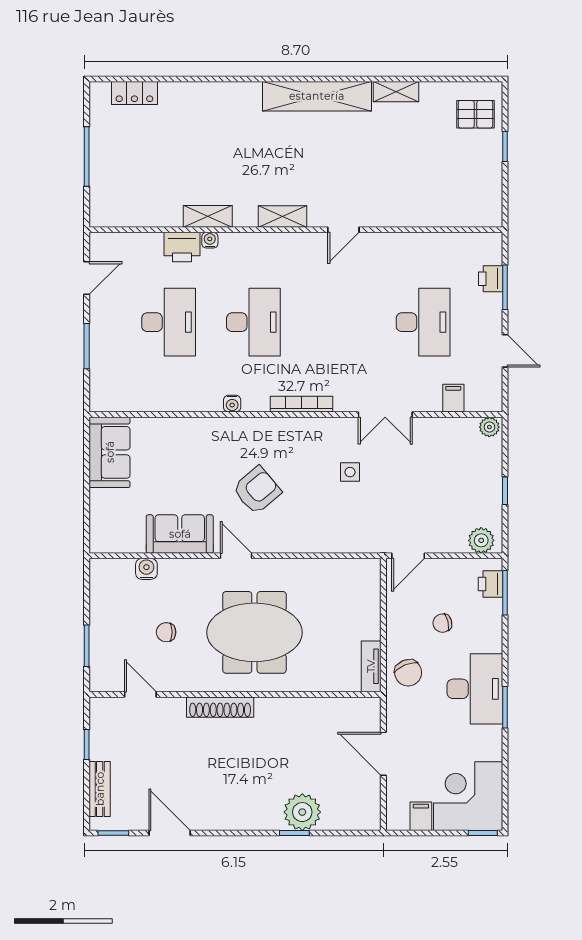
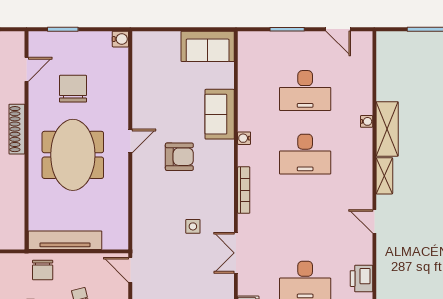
shelving: (208, 216) -> (387, 129), width x1.50, depth x1.33
printer: (182, 247) -> (361, 279), moved
armchair: (257, 490) -> (179, 157), turned -50
sofa: (180, 534) -> (220, 114), moved, turned 180
water cooler: (146, 569) -> (120, 39), moved
chair: (166, 632) -> (73, 89), width x1.87, depth x1.87
tv unit: (371, 666) -> (65, 240), width x1.92, depth x1.29
chair: (408, 673) -> (43, 270), turned -68

